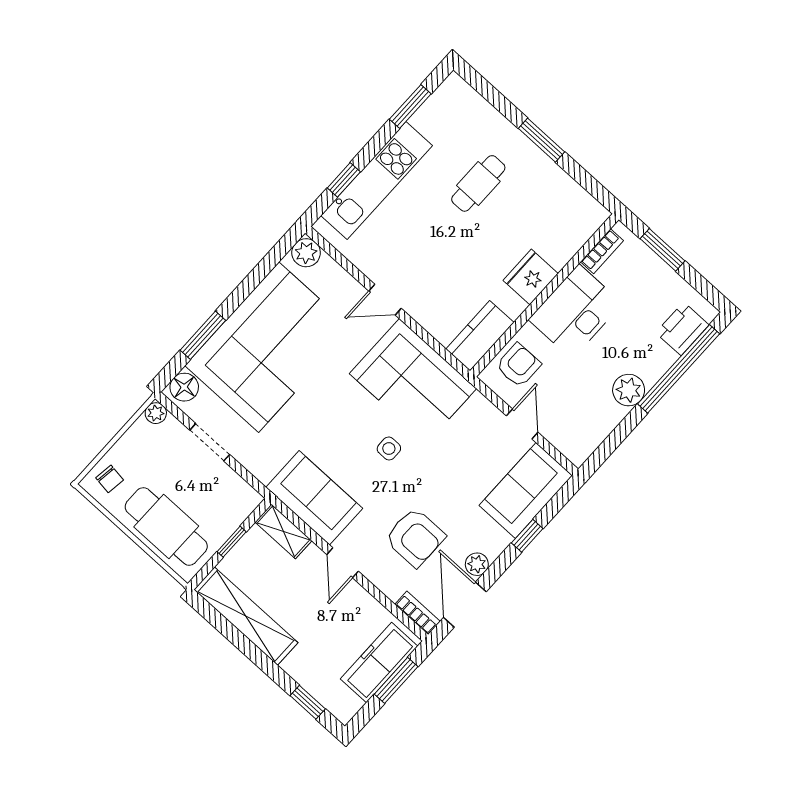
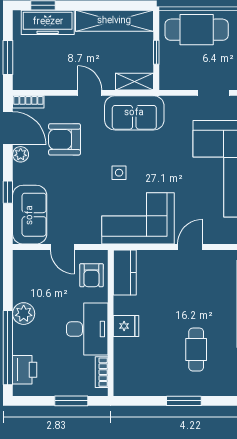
fridge: (531, 277) -> (126, 326), width x0.72
freezer: (379, 662) -> (48, 22), moved, turned 90

